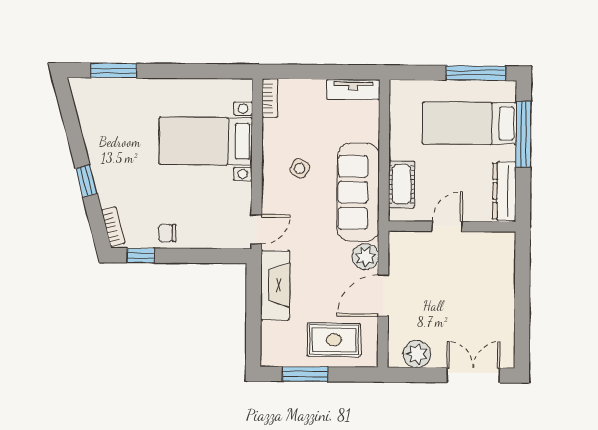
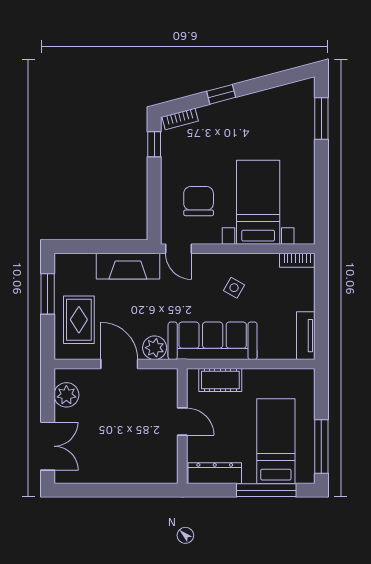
chair: (167, 233) -> (199, 201), moved, width x1.87, depth x1.87

